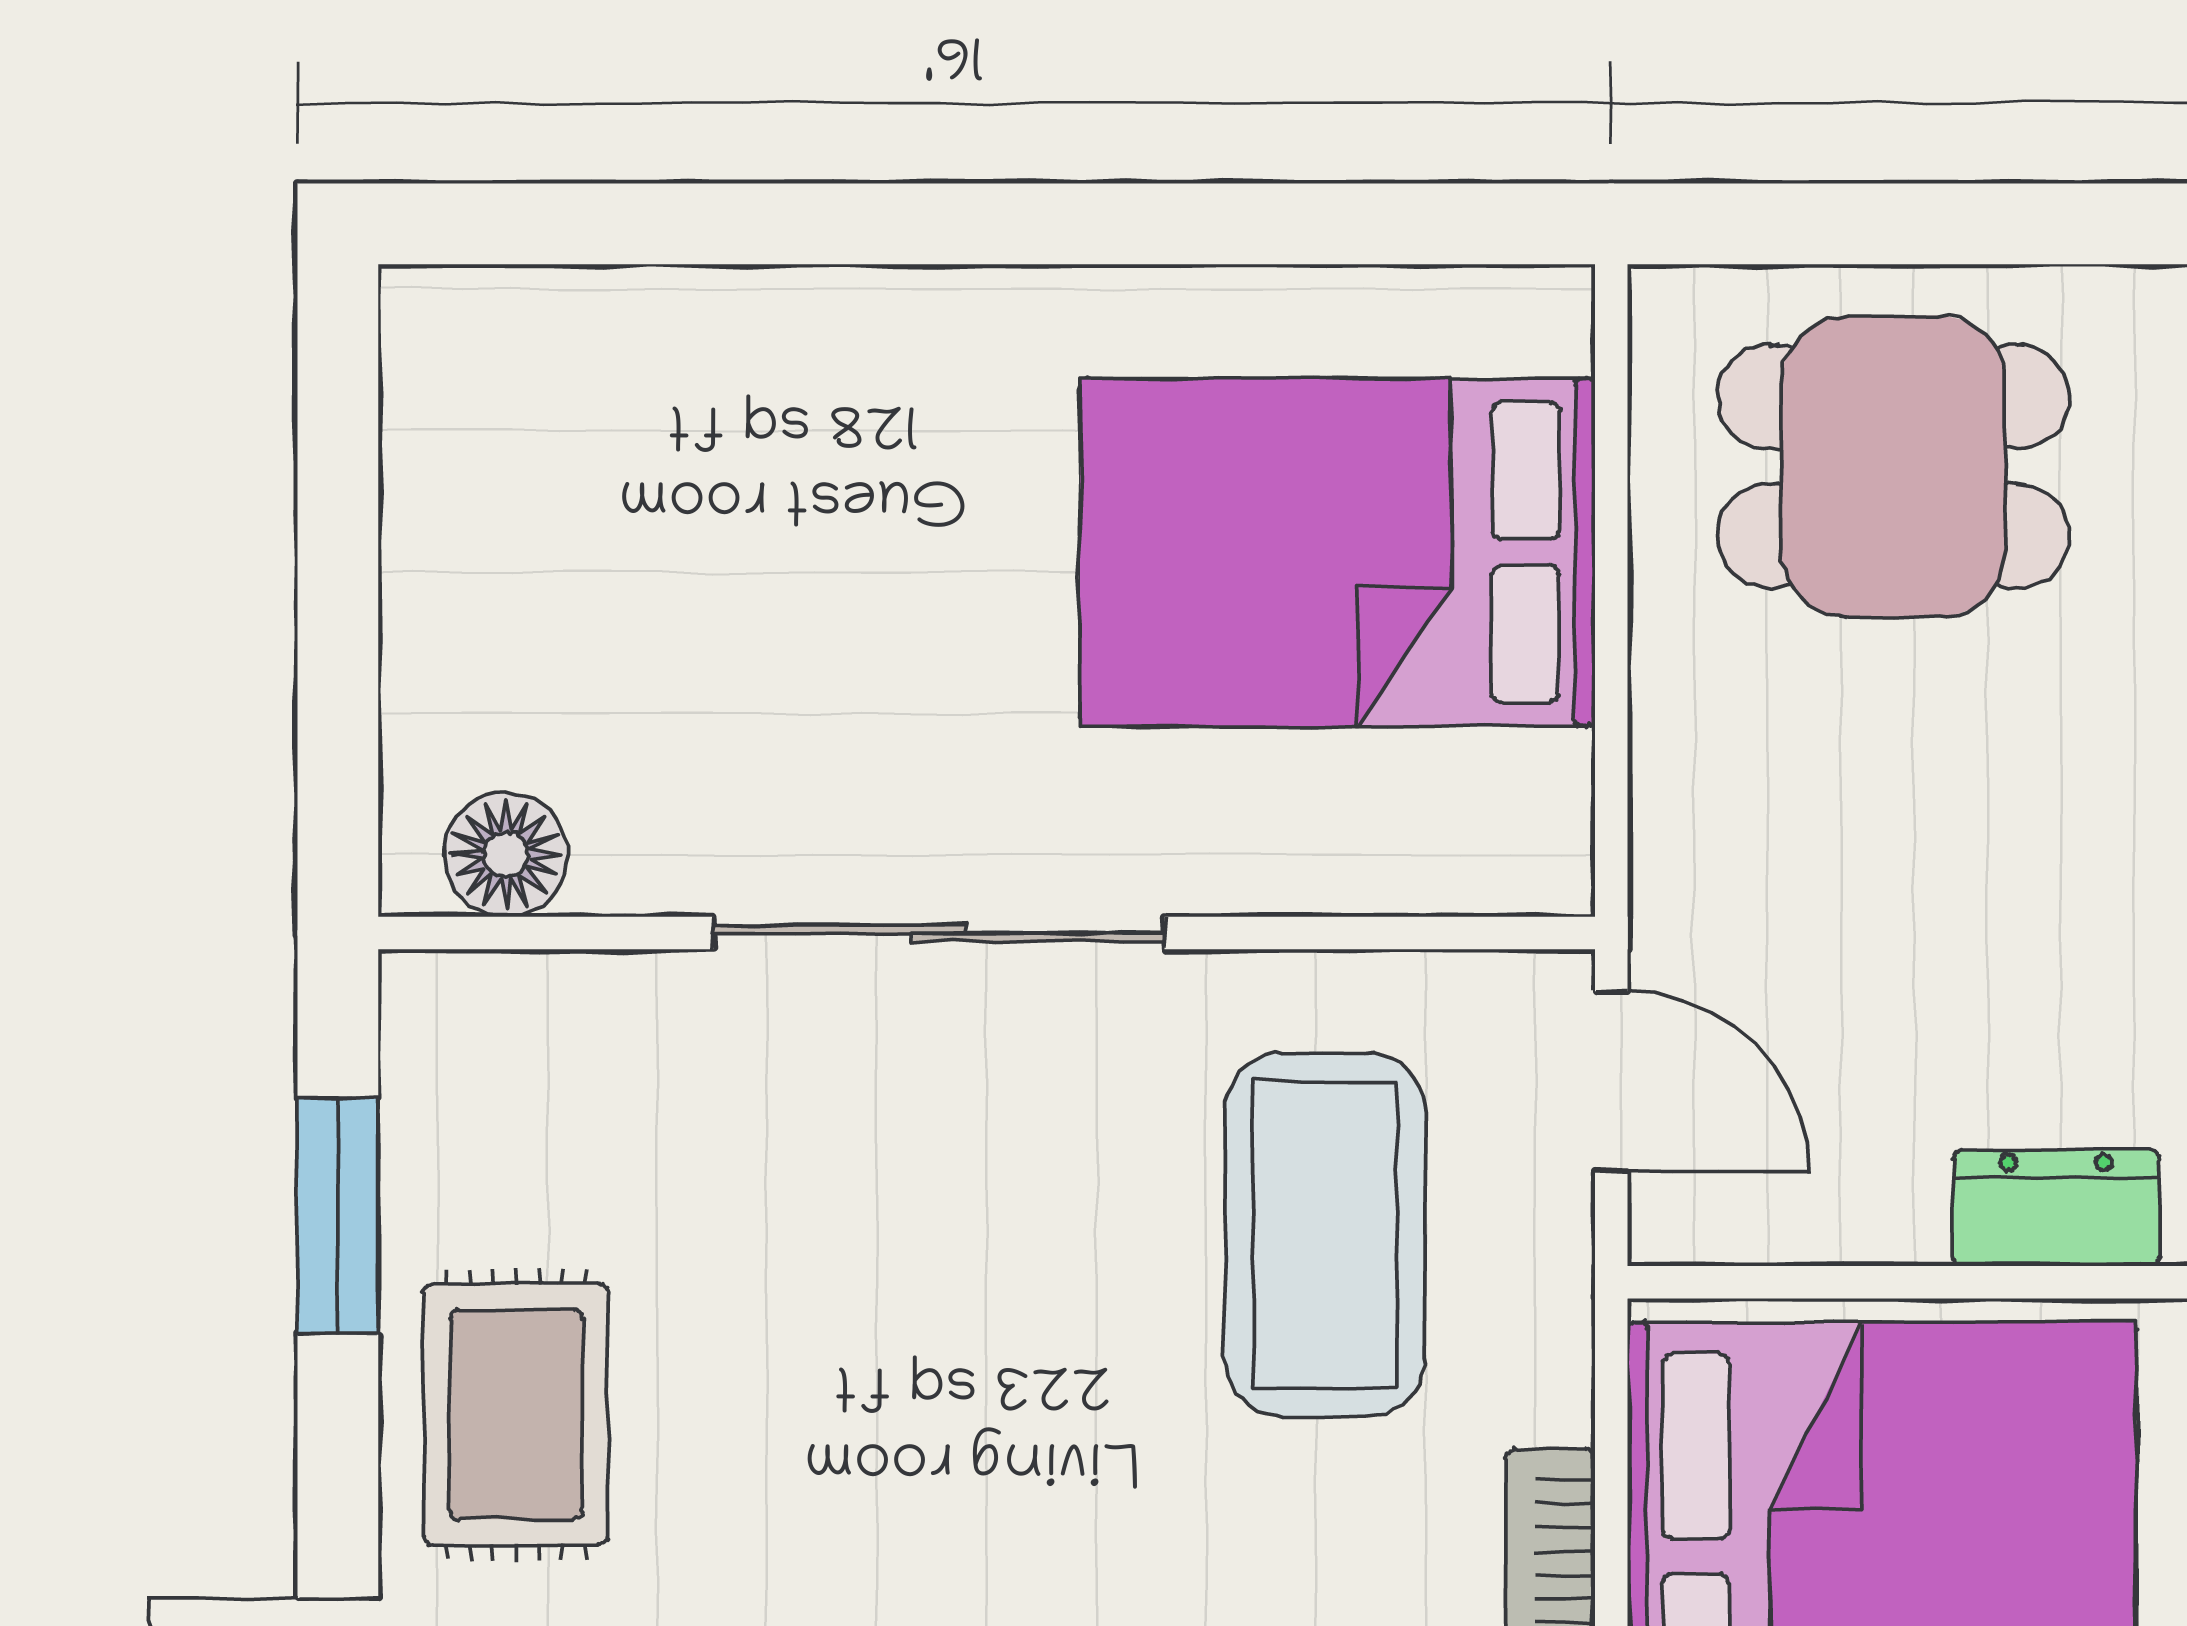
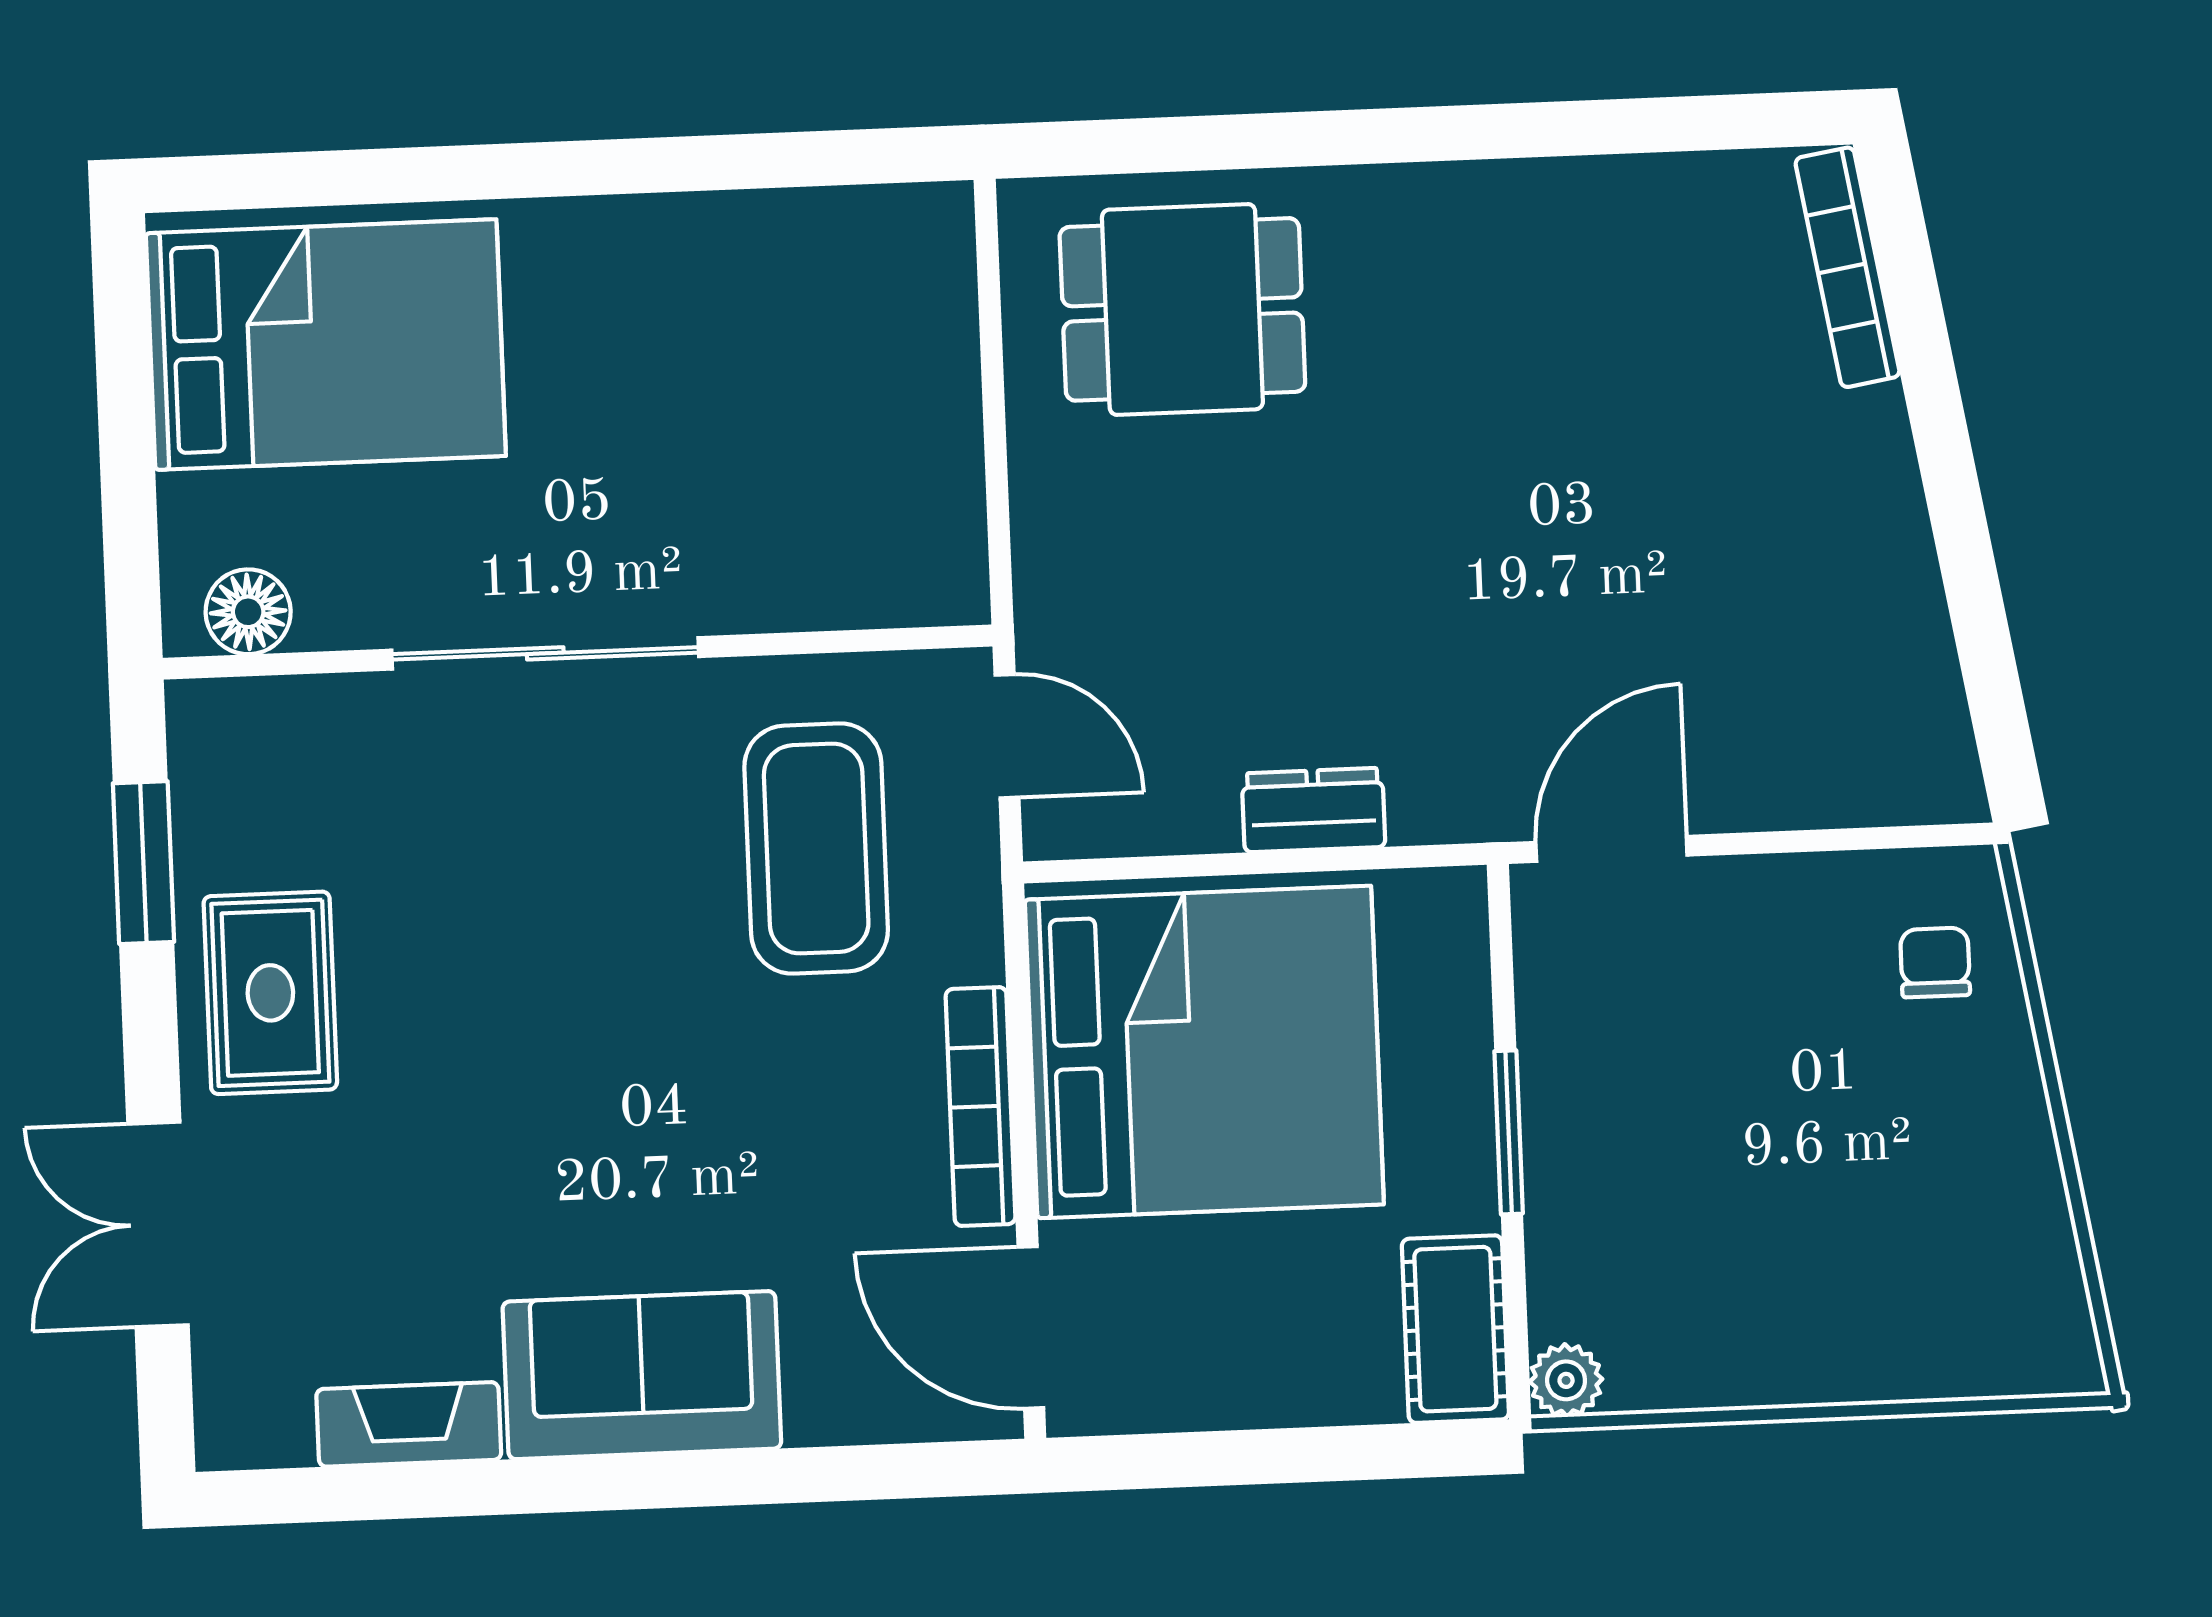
bed: (1338, 552) -> (326, 345), moved, turned 180

